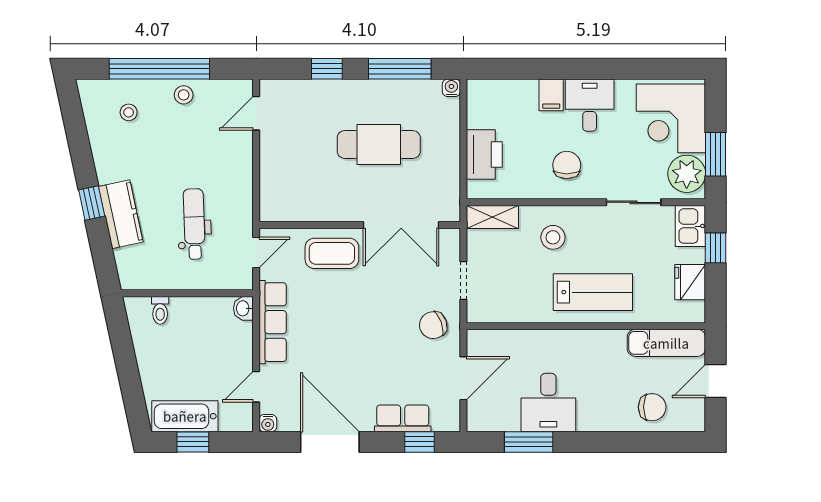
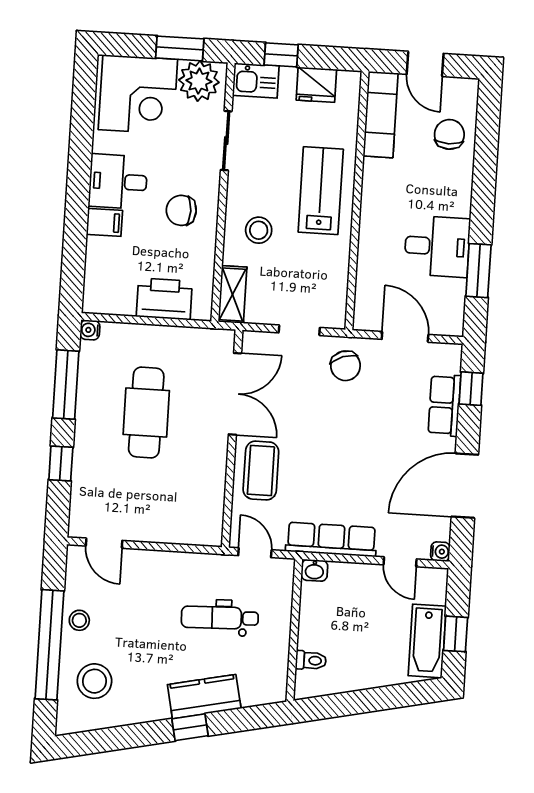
stool: (129, 112) -> (94, 681), width x1.89, depth x1.89

